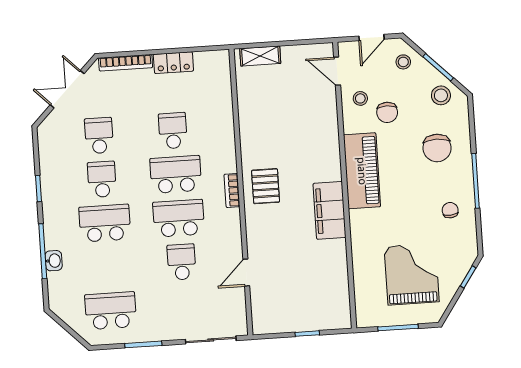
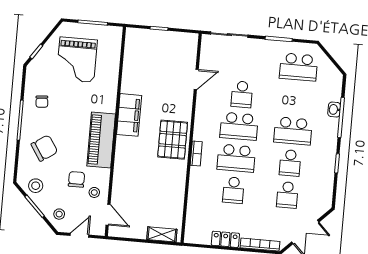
chair: (437, 148) -> (44, 148), turned 57
pallet: (266, 186) -> (173, 140), width x1.50, depth x1.42
bookcase: (232, 190) -> (196, 153), moved

